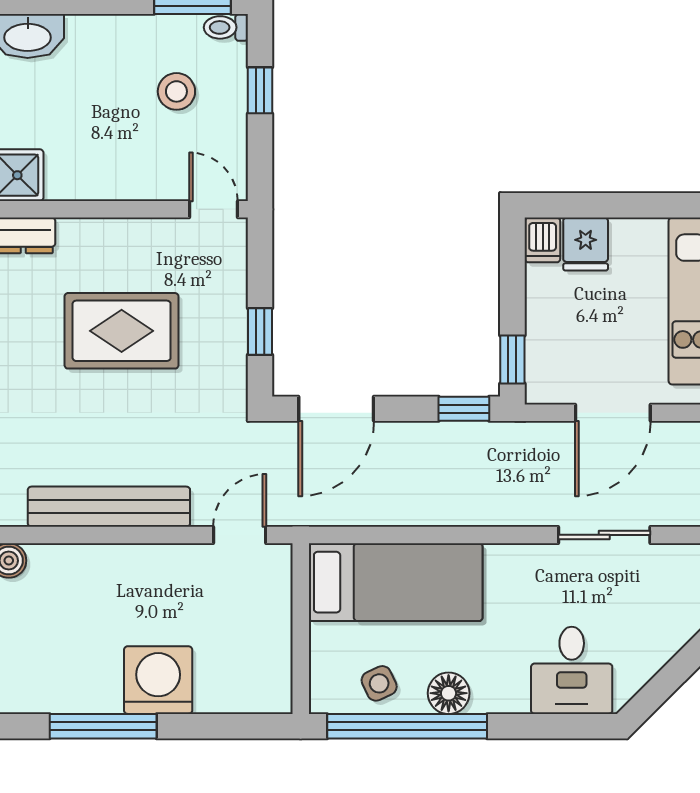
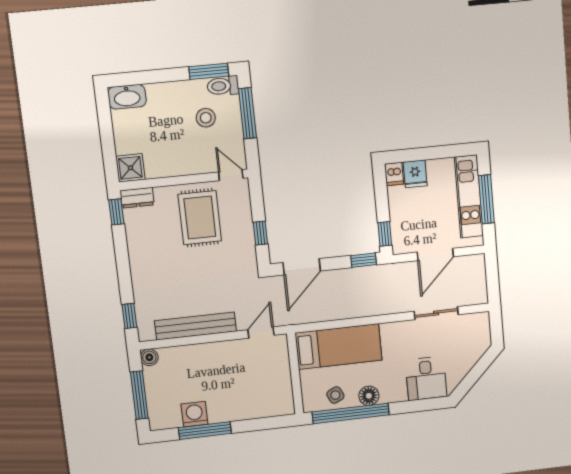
toilet: (226, 27) -> (223, 86), width x1.37, depth x1.39
window: (260, 90) -> (248, 113), width x2.17
rug: (122, 331) -> (200, 218), moved, turned 90
washing machine: (158, 680) -> (194, 414), moved, width x0.73, depth x0.73

